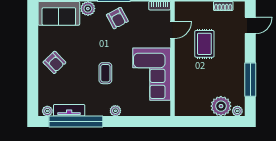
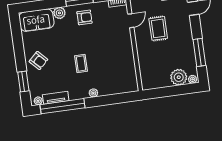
armchair: (117, 18) -> (84, 17), turned -62
corner sofa: (152, 74) -> (119, 59), removed
window: (33, 85) -> (23, 82), added

